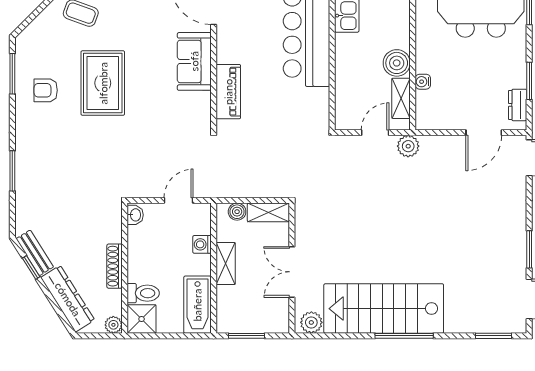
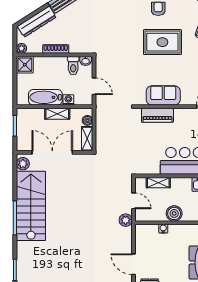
sofa: (194, 61) -> (163, 95), moved
shelving: (401, 98) -> (158, 183), moved
double door: (292, 272) -> (52, 152), width x1.37
toilet: (143, 293) -> (73, 66), moved
bathtub: (197, 305) -> (45, 97), moved

